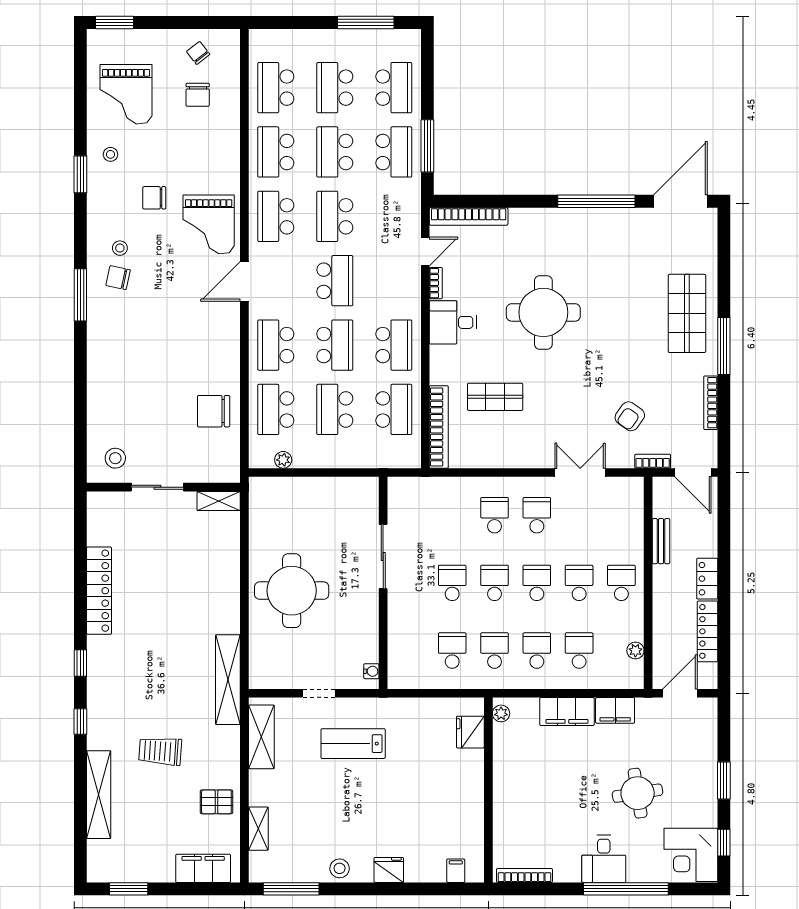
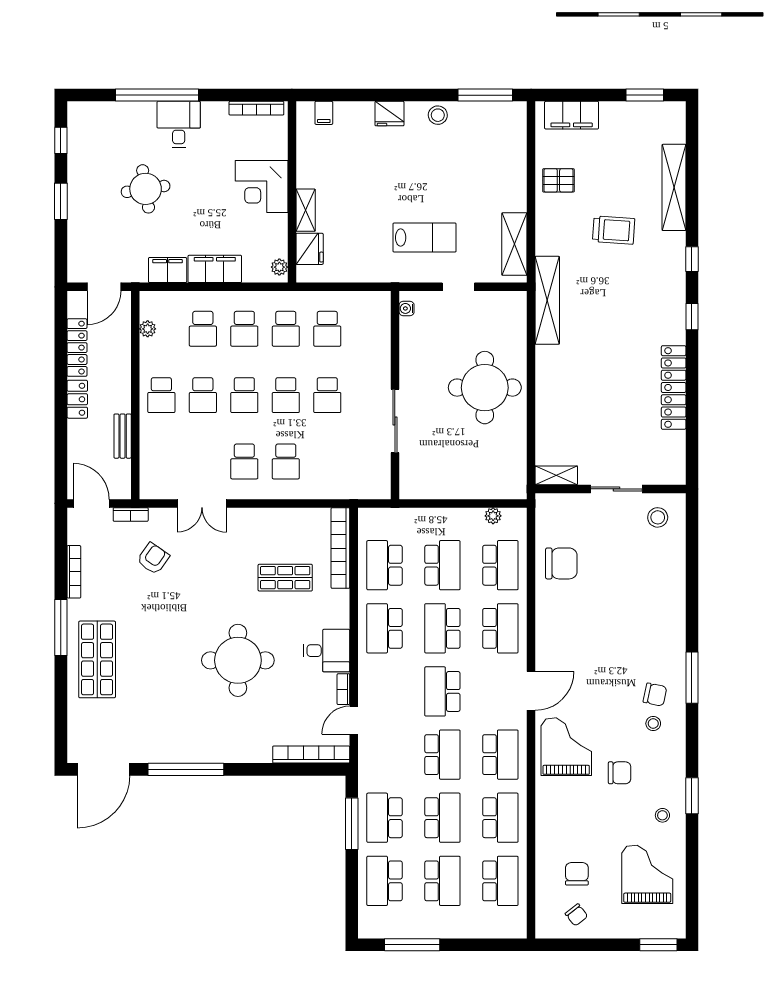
shelving: (258, 829) -> (306, 210), moved
corner desk: (691, 855) -> (262, 186), moved, turned 180

